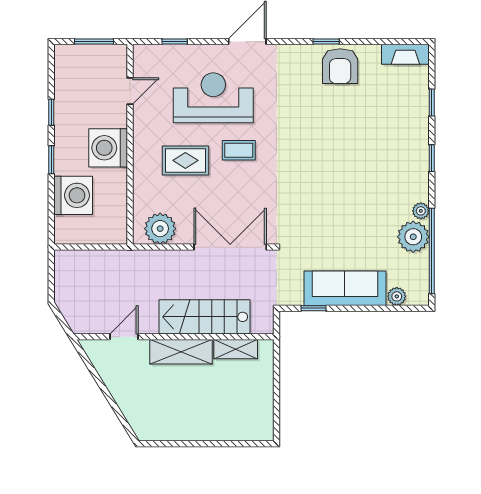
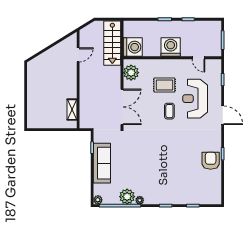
fireplace: (405, 54) -> (216, 193), removed
armchair: (340, 66) -> (211, 161), turned 90
reception desk: (213, 98) -> (195, 99), turned 180
rug: (185, 160) -> (164, 85), turned 90
washing machine: (73, 195) -> (133, 47), moved, turned -90
plant: (397, 296) -> (98, 200), moved
stairs: (204, 317) -> (112, 43), moved, turned 180
door: (124, 337) -> (78, 55), hinge flipped
shelving: (181, 352) -> (71, 83), removed

